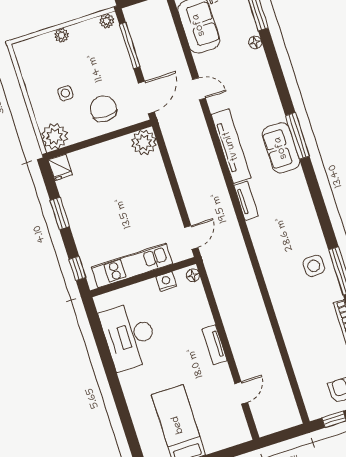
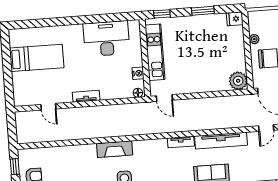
plant: (54, 136) -> (254, 39), moved, width x0.53, depth x0.53
fireplace: (278, 289) -> (115, 149), added

